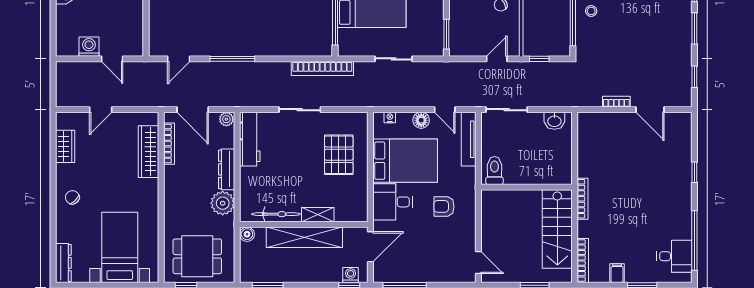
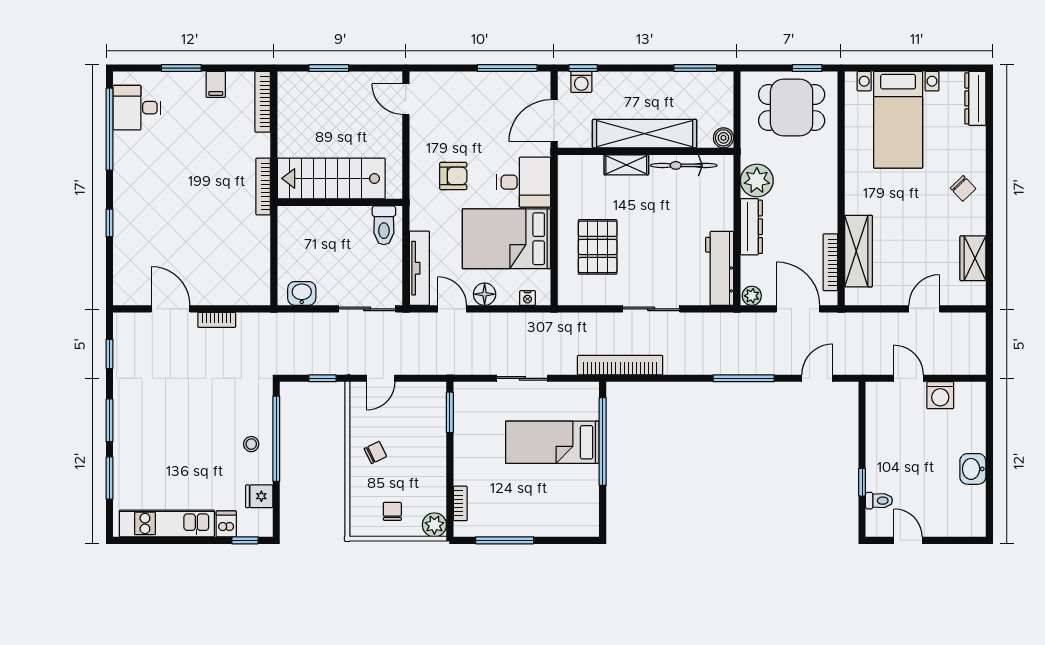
stairs: (557, 229) -> (331, 178), moved, turned -90

